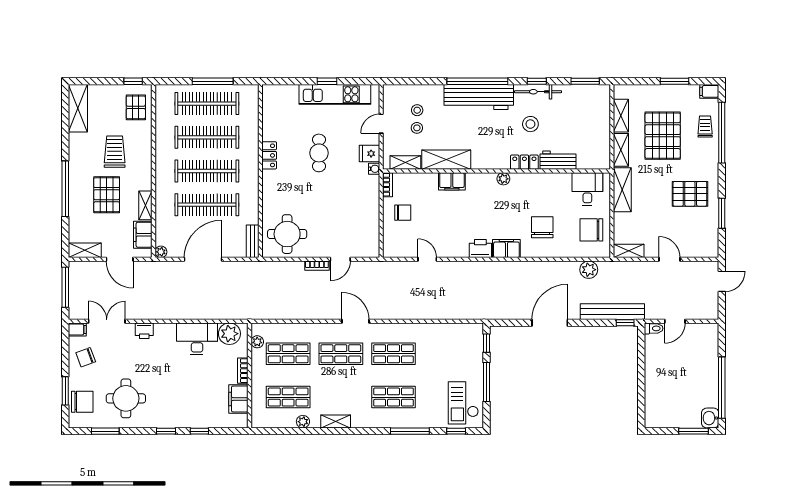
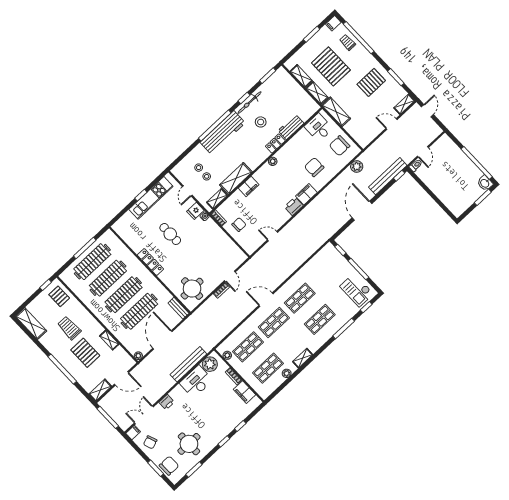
locker: (269, 155) -> (150, 262), width x1.53
filing cabinet: (143, 235) -> (122, 356), removed
shelving: (629, 251) -> (404, 104), moved
bench: (206, 312) -> (188, 364), added

